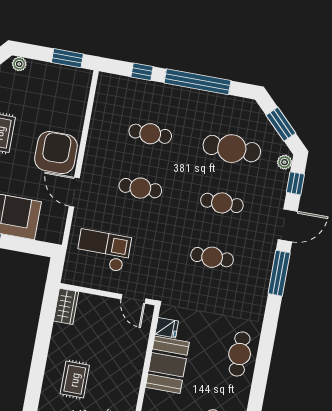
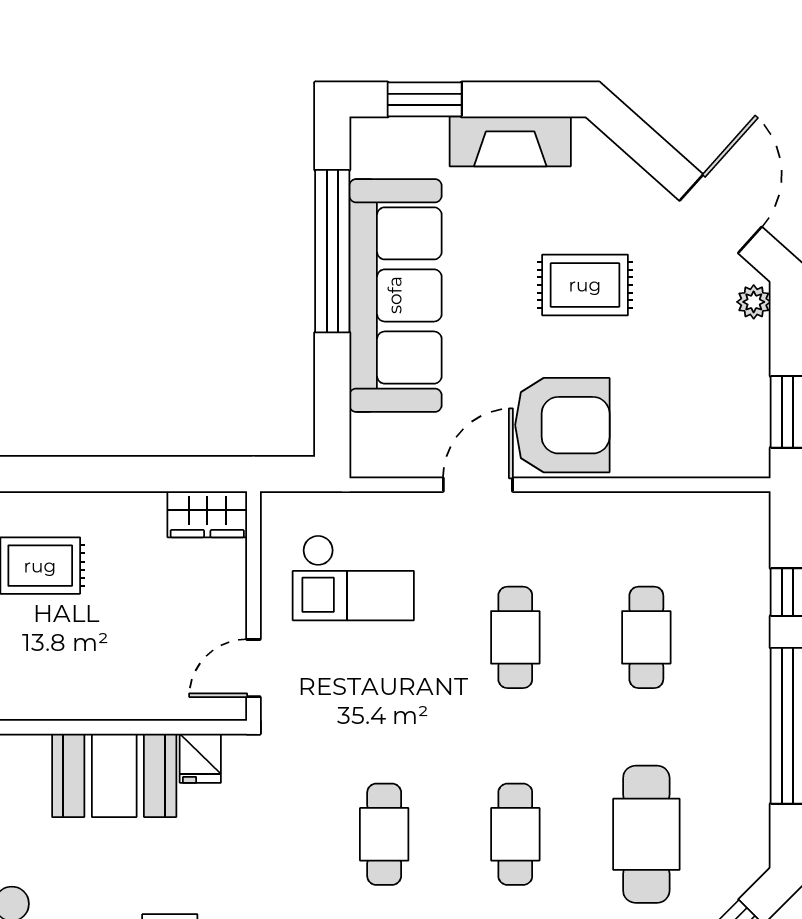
checkout: (103, 251) -> (353, 578), turned 90

